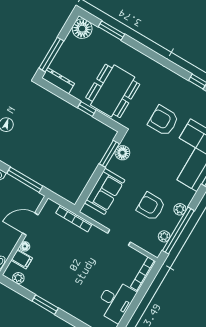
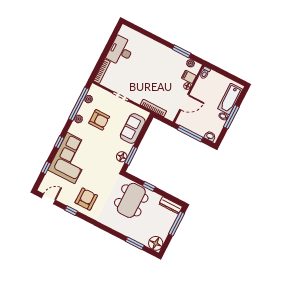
armchair: (163, 121) -> (86, 199), moved, turned -90
window: (45, 305) -> (182, 51), moved

